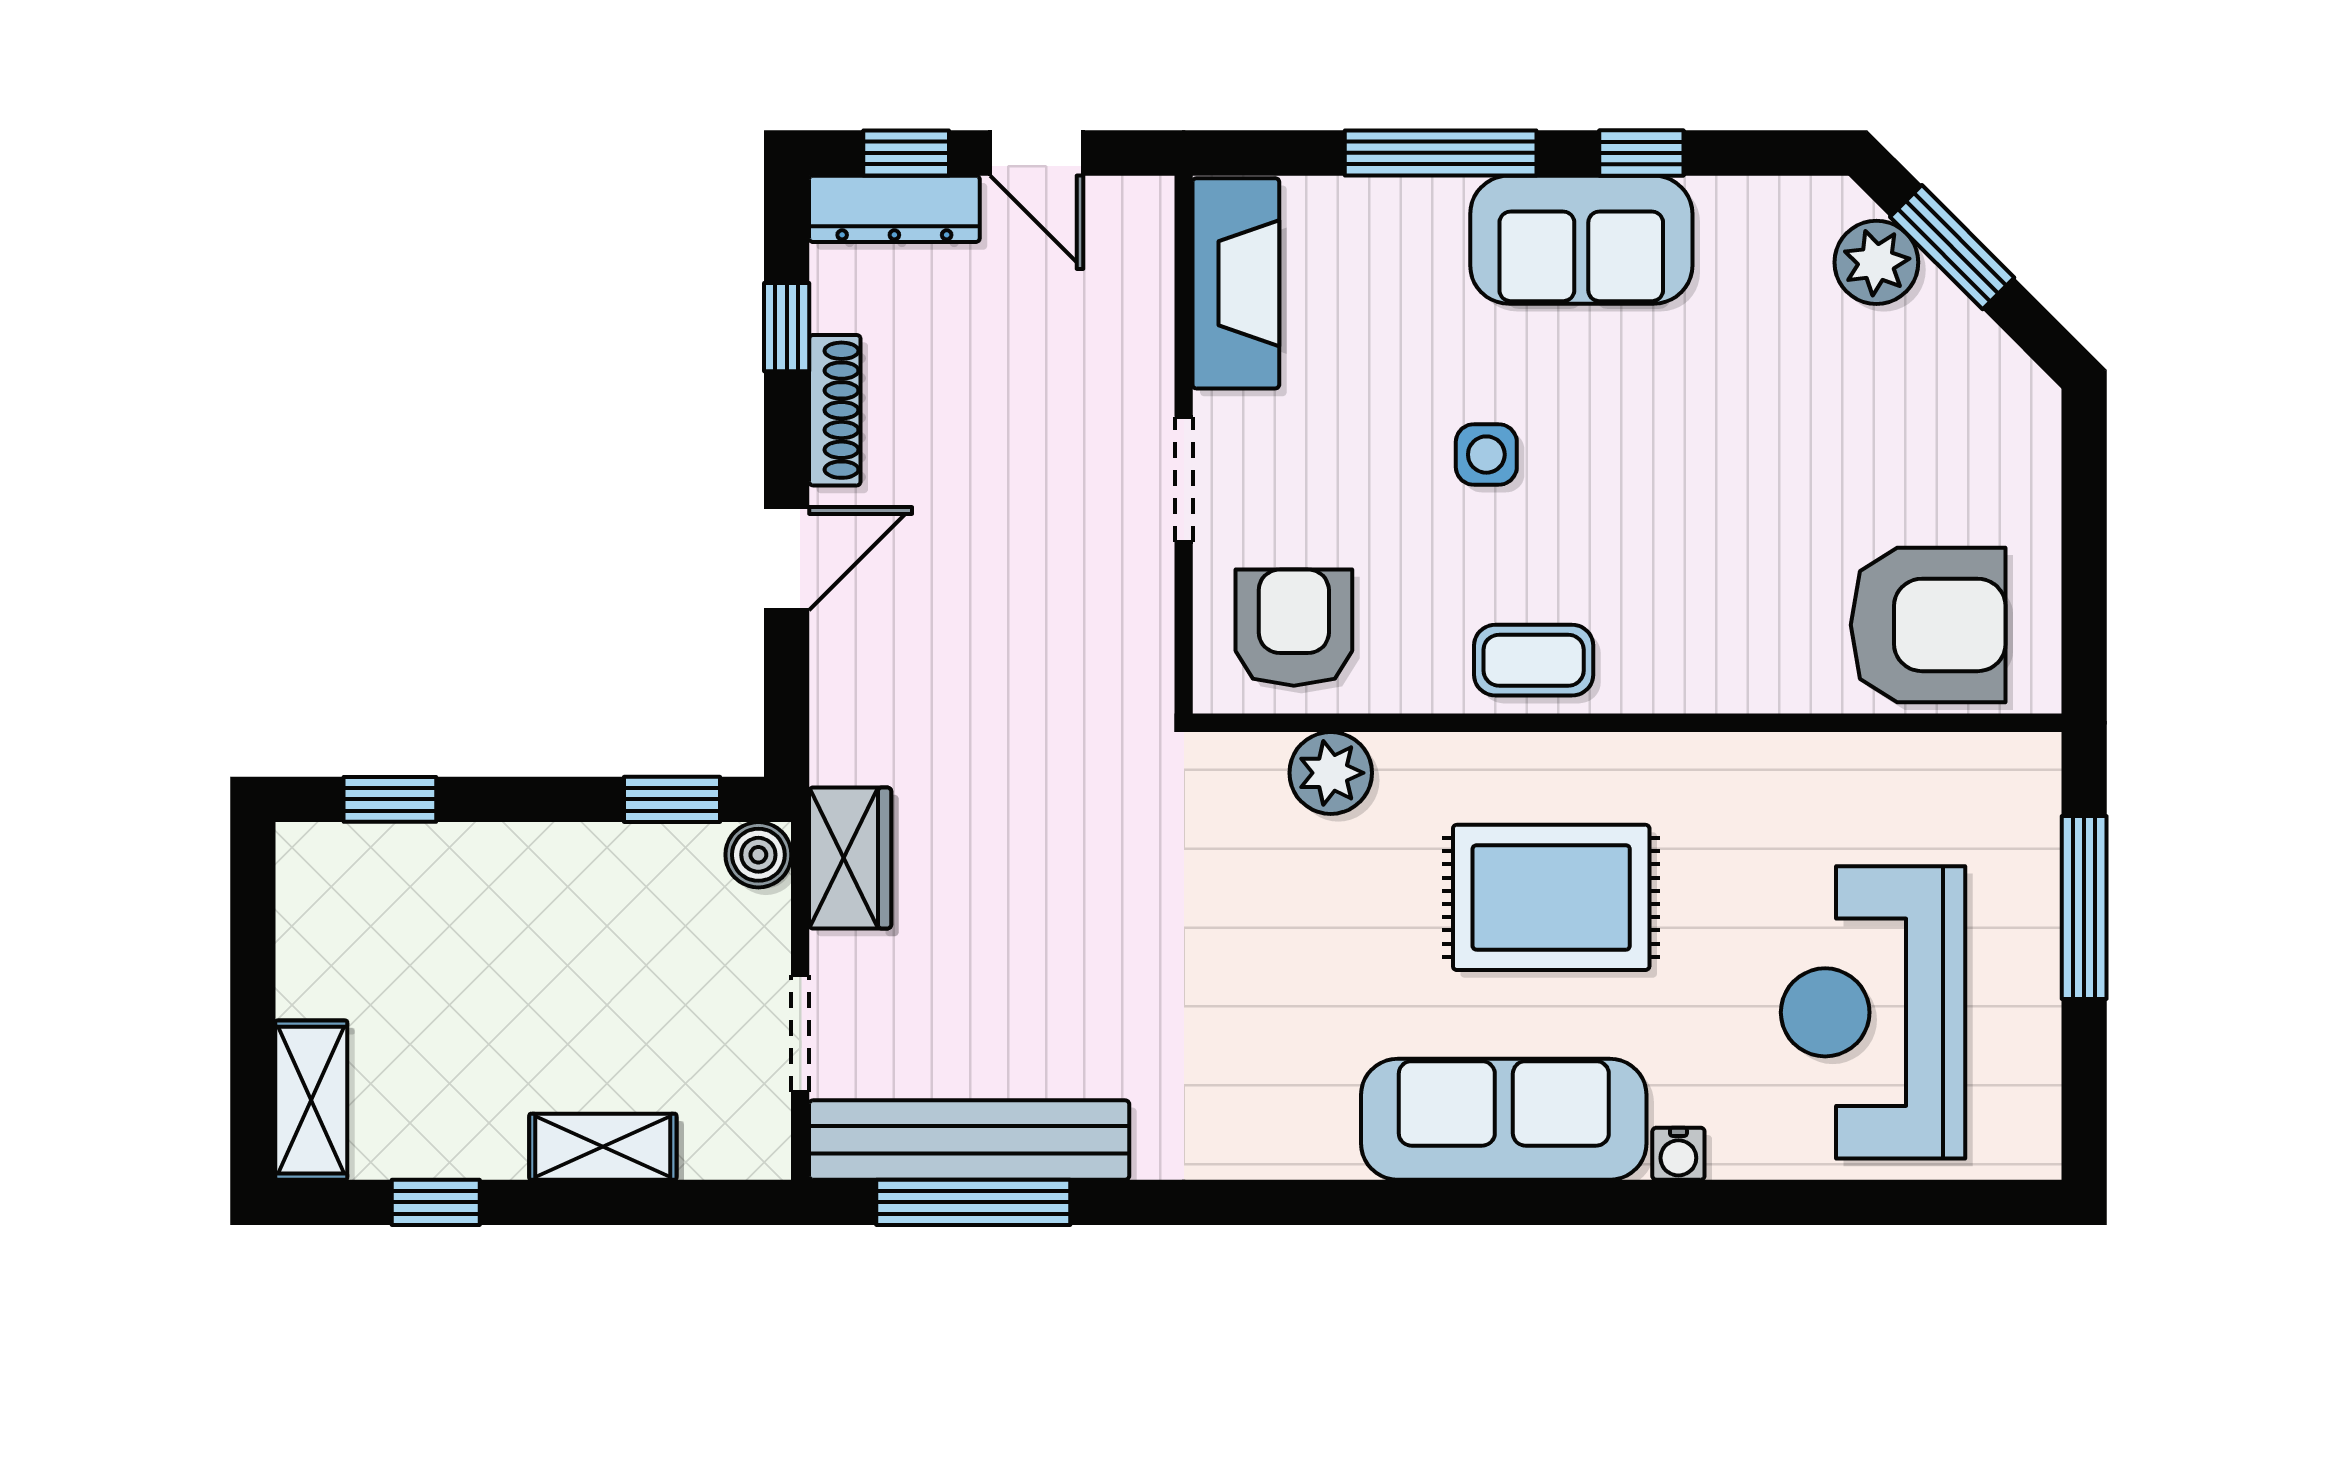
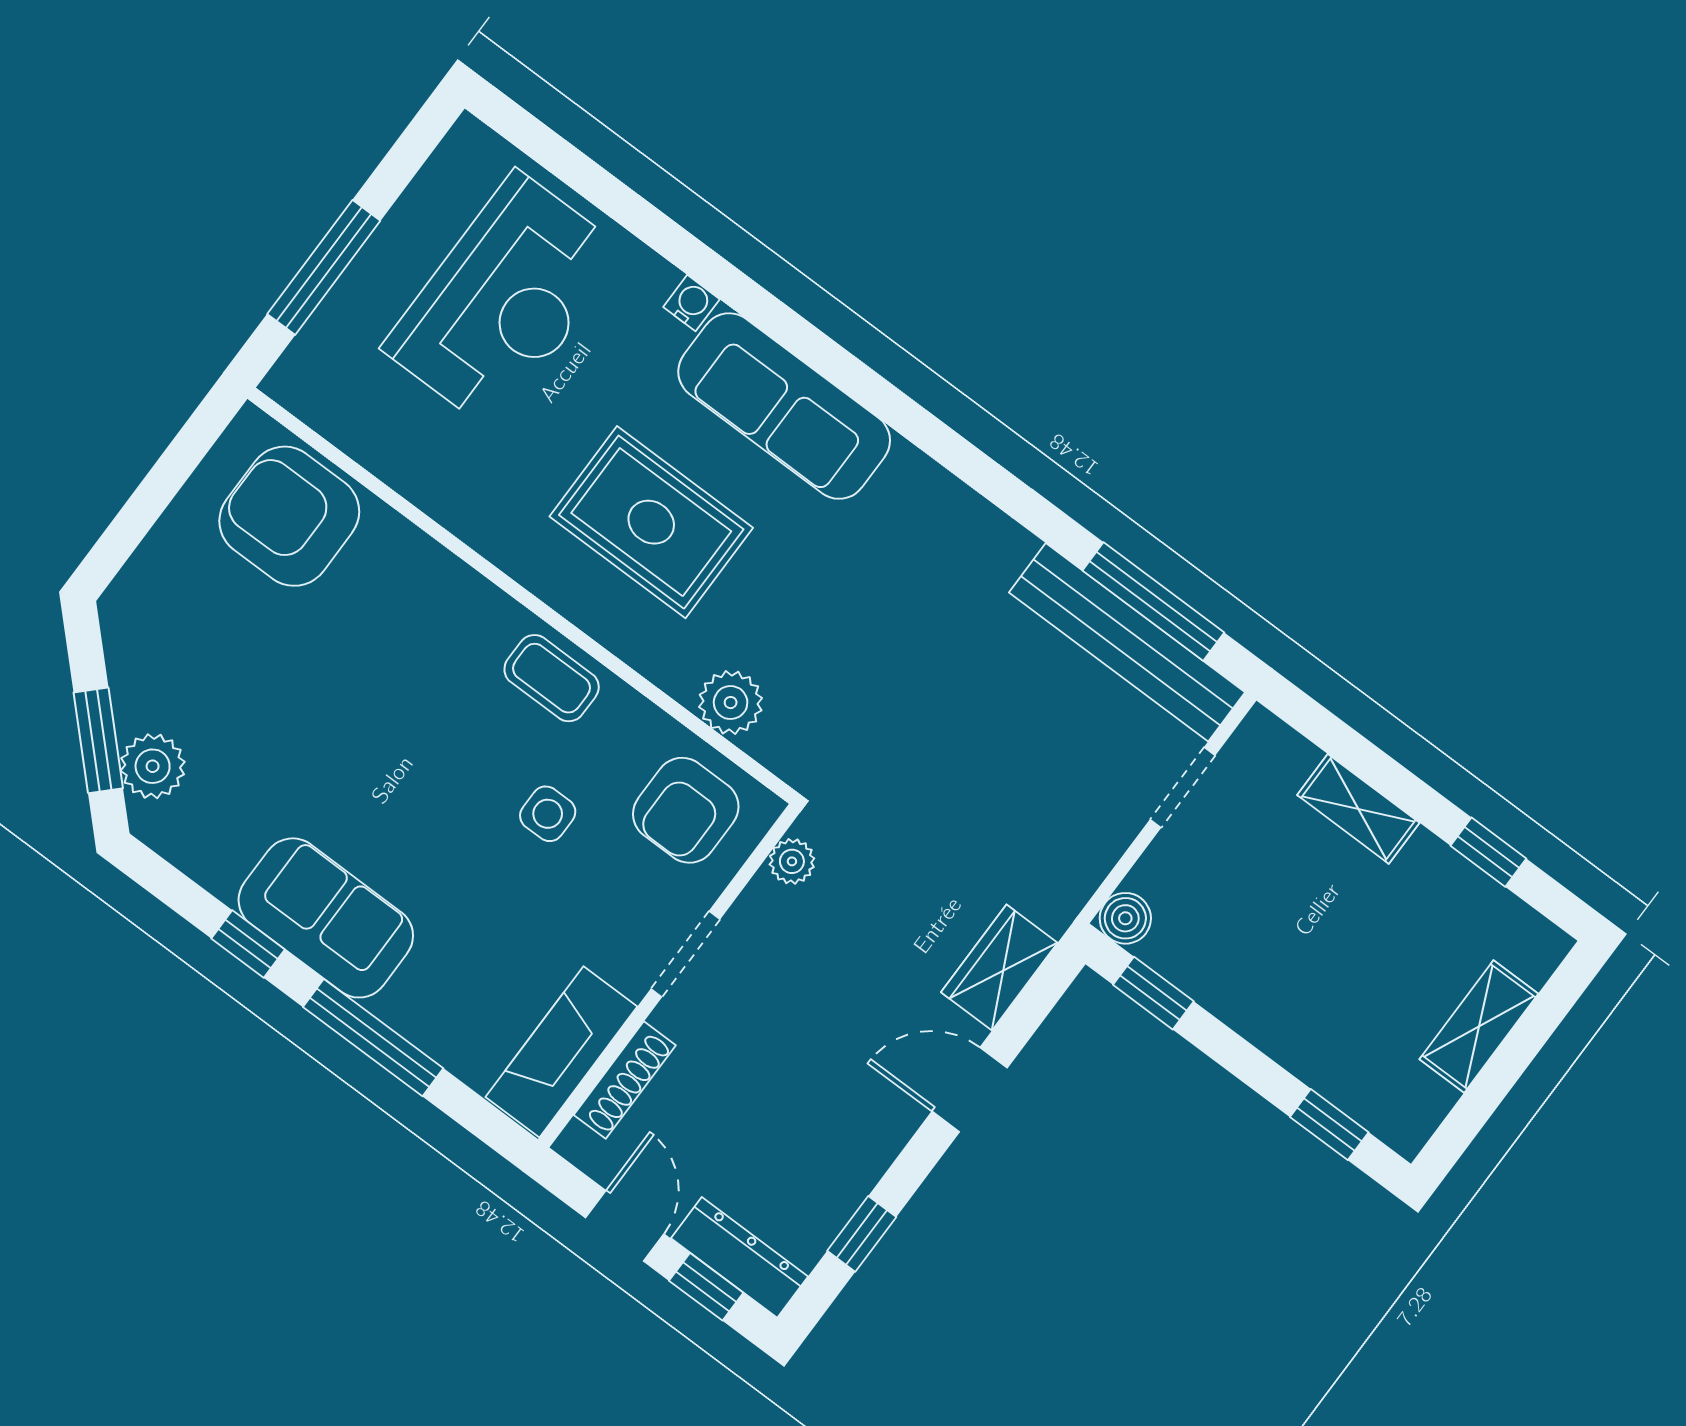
shoe rack: (835, 410) -> (625, 1080), moved, turned 180
side table: (1486, 455) -> (548, 814), moved
plant: (1145, 657) -> (792, 861), added
wardrobe: (850, 858) -> (999, 968), moved
shelving: (311, 1100) -> (1479, 1026), moved

